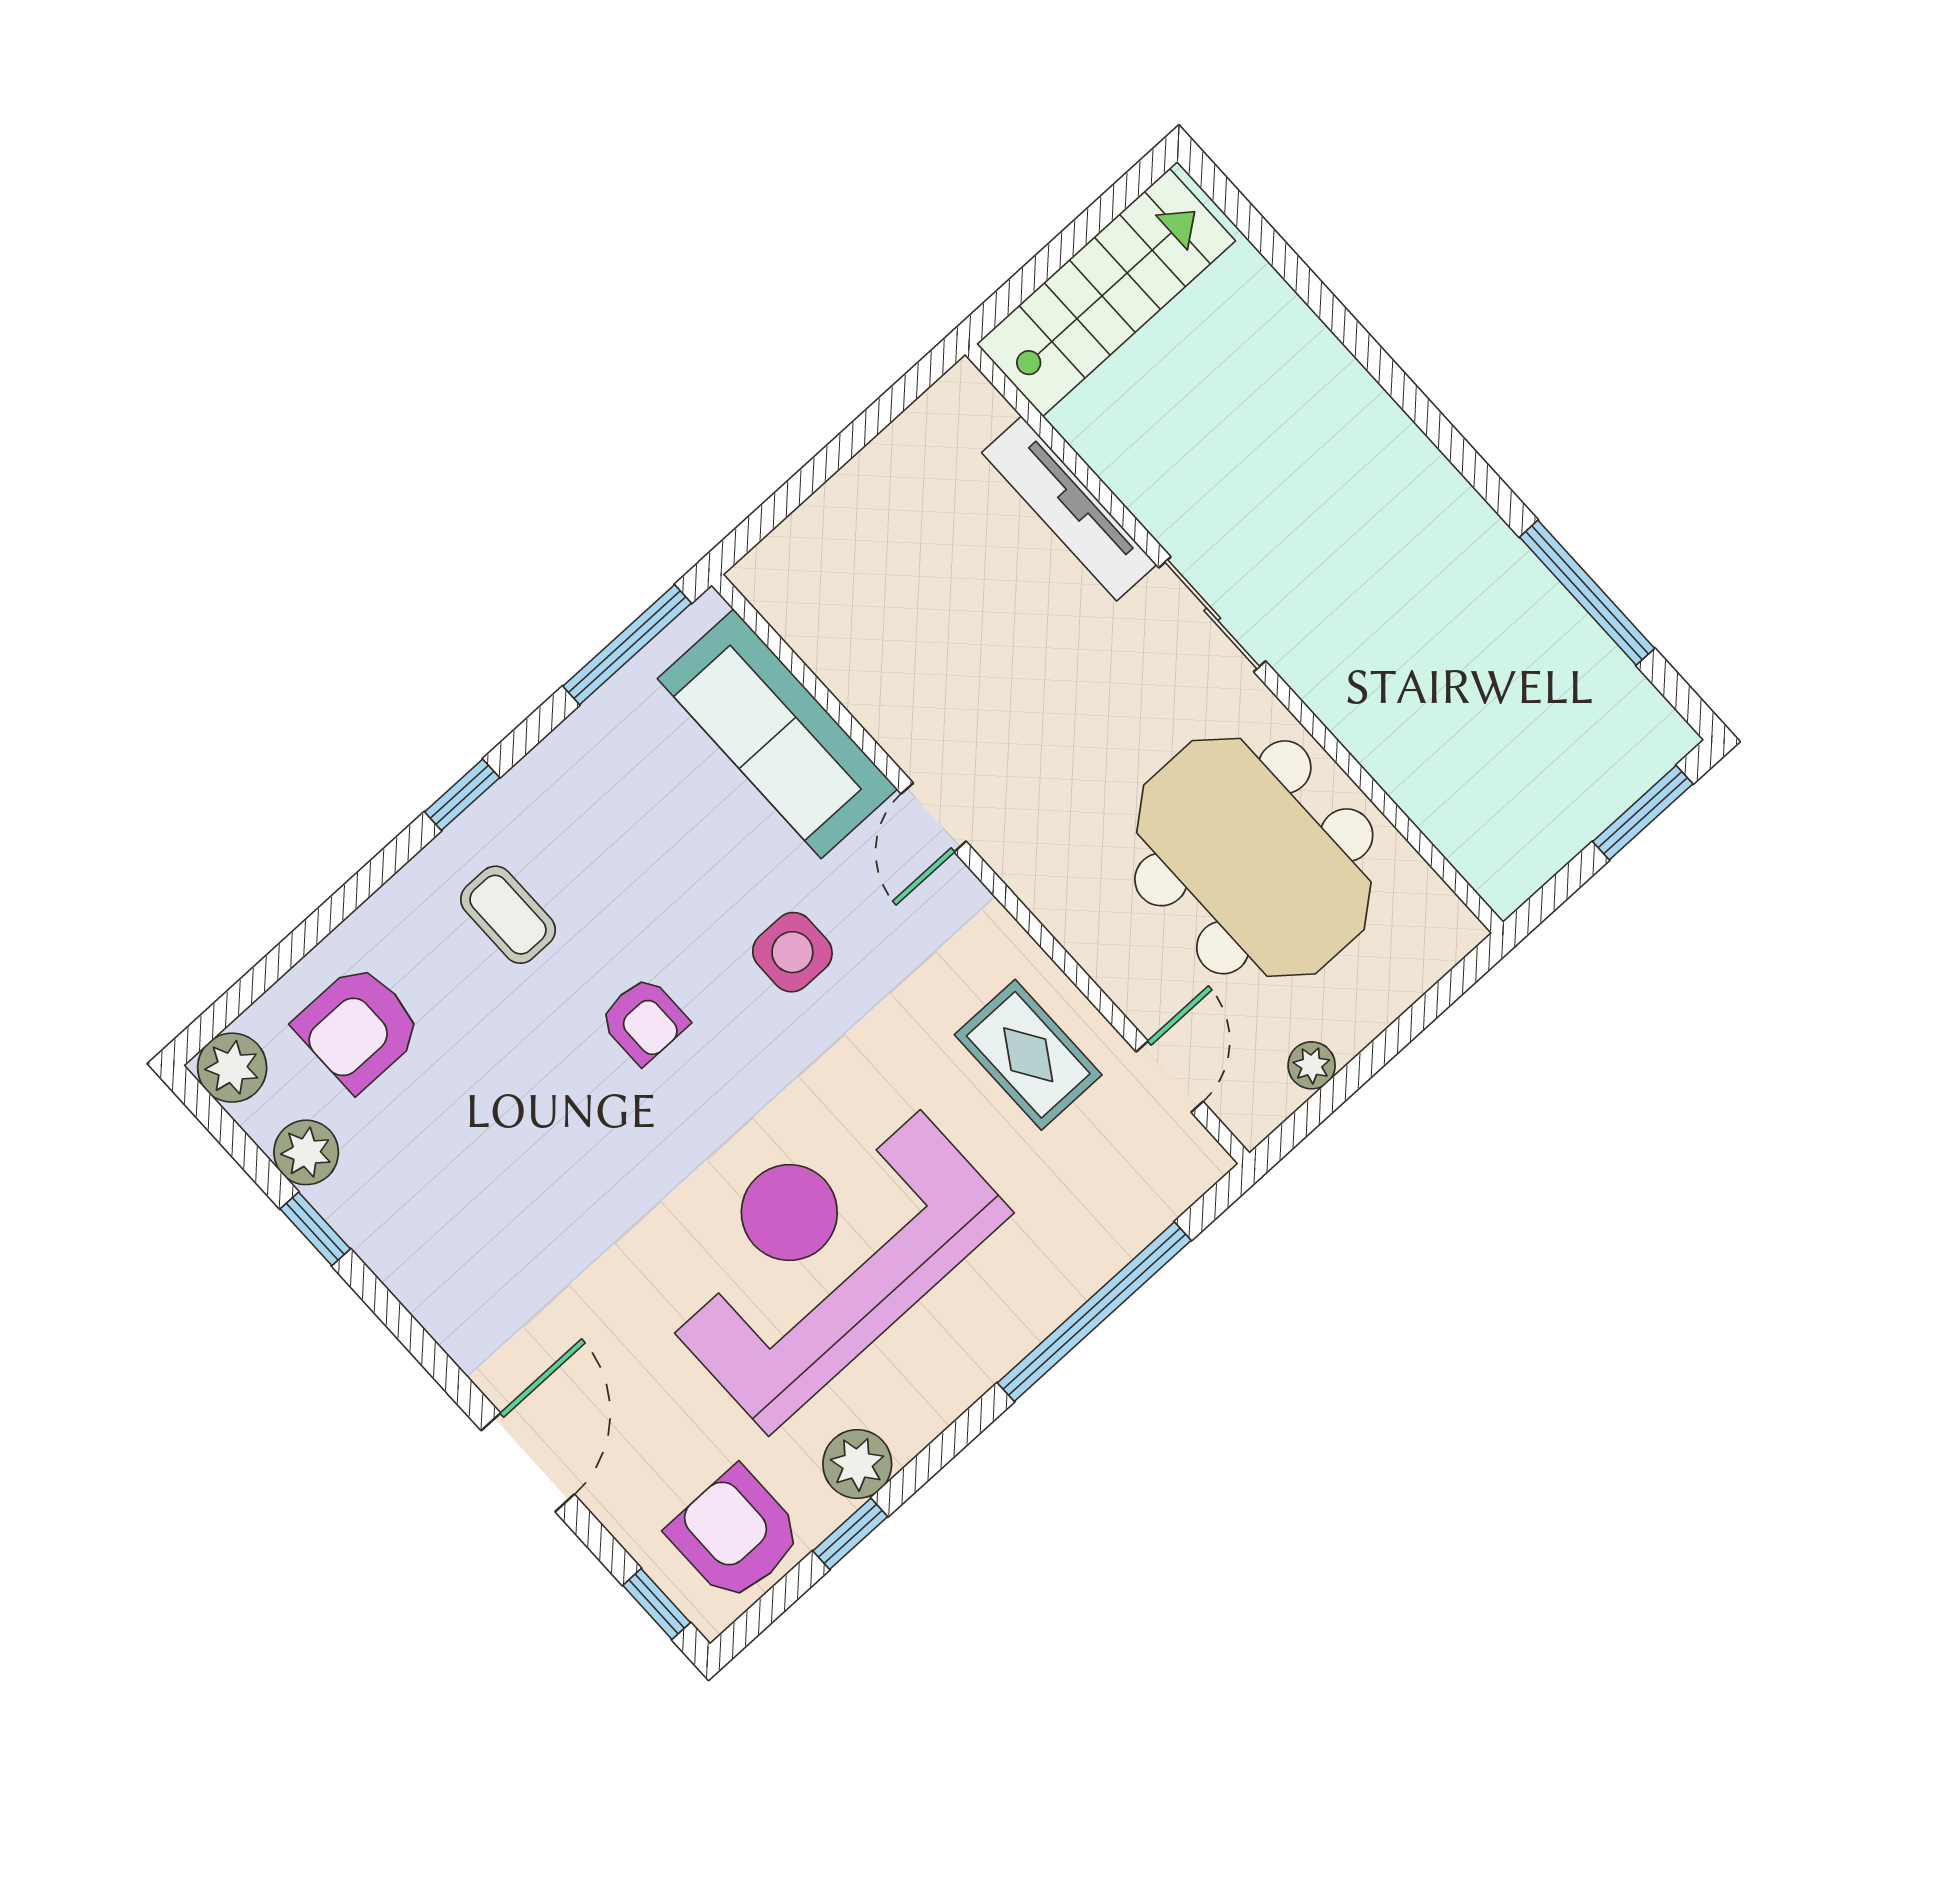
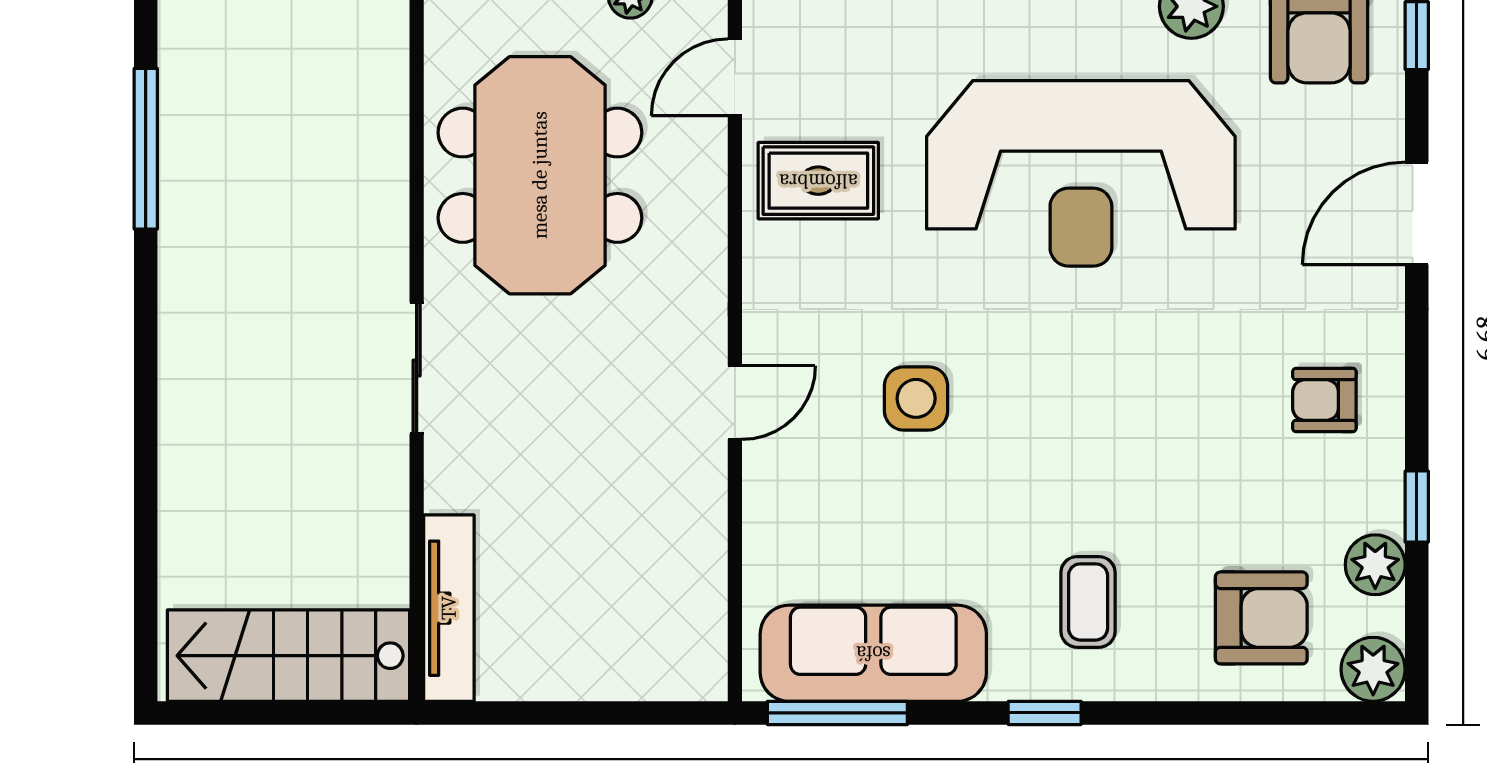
tv unit: (1069, 509) -> (449, 608), moved
sofa: (777, 734) -> (873, 653), moved, turned -90
armchair: (644, 1020) -> (1324, 400), moved, turned -90
rug: (1028, 1055) -> (818, 181), turned 90

